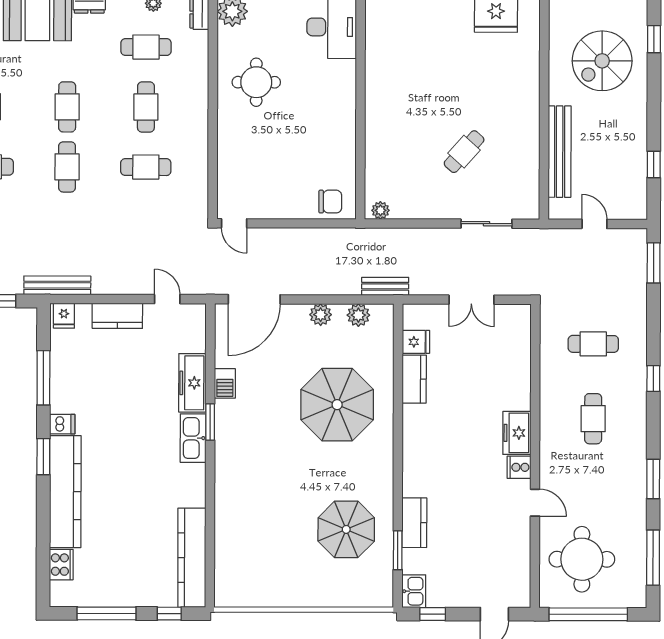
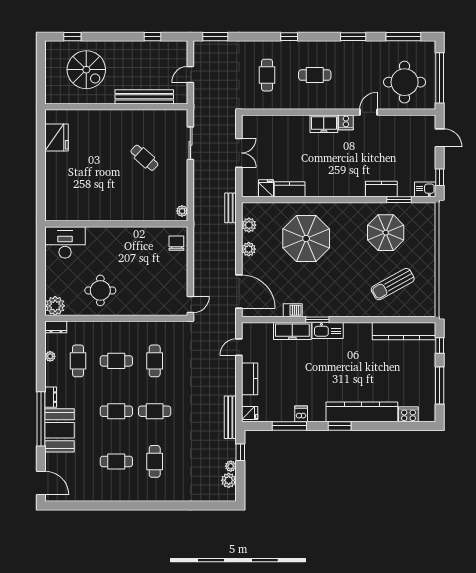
dishwasher: (62, 424) -> (301, 414), moved
sun lounger: (265, 540) -> (393, 284), added

